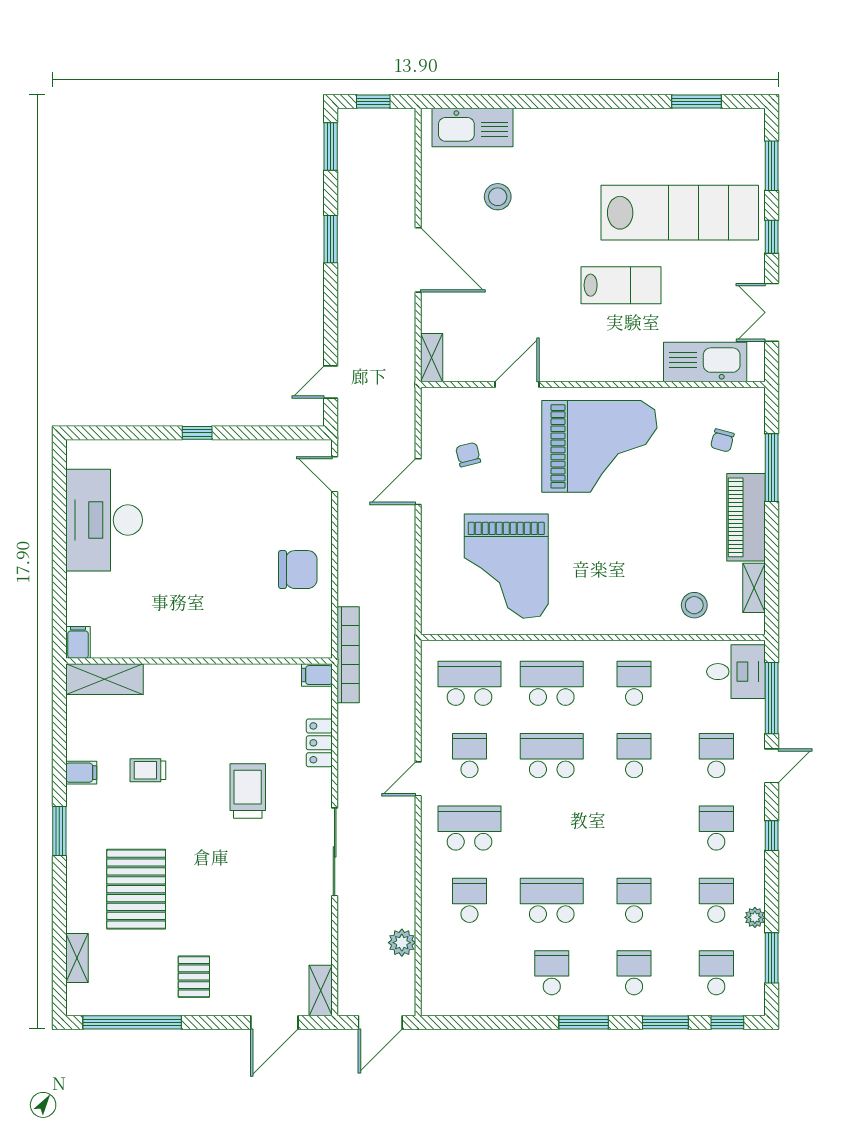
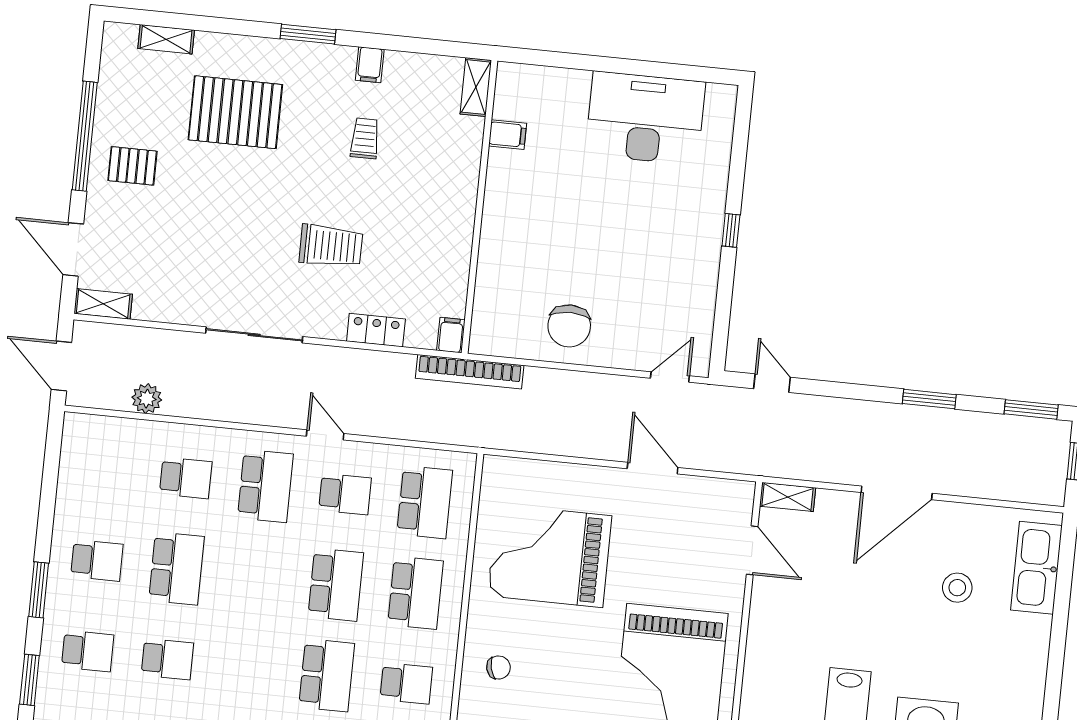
door: (517, 385) -> (752, 550), moved
chair: (468, 455) -> (499, 667), moved
filing cabinet: (78, 642) -> (508, 135), moved
shelving: (105, 679) -> (476, 87), width x0.67, depth x0.75
school desk: (634, 756) -> (327, 675), width x1.85
window: (132, 1022) -> (85, 136), moved

